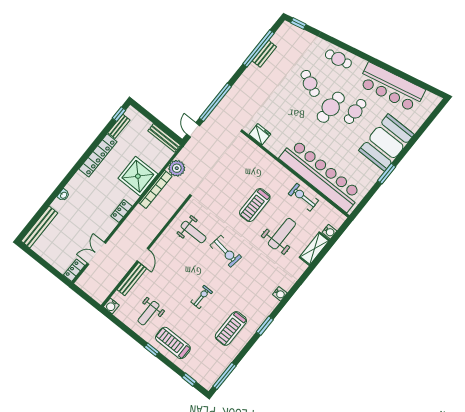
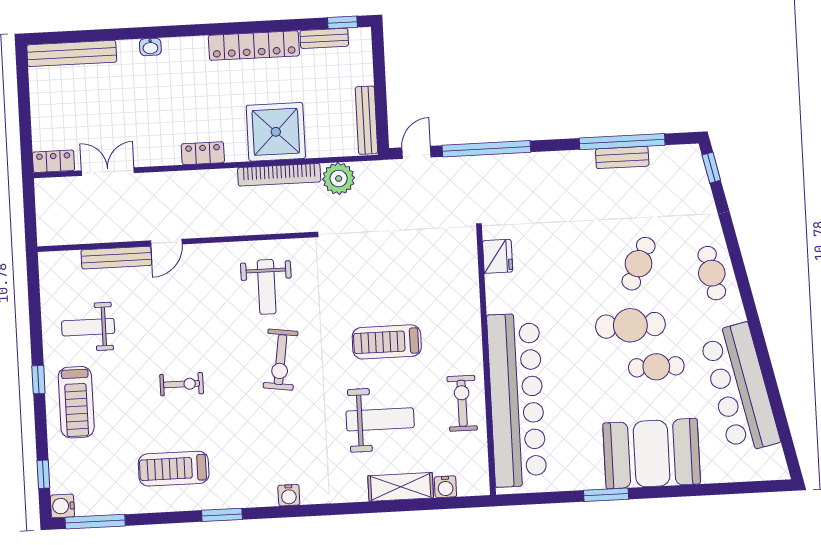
water cooler: (111, 306) -> (62, 506), moved
treadmill: (173, 343) -> (76, 402), turned 180

